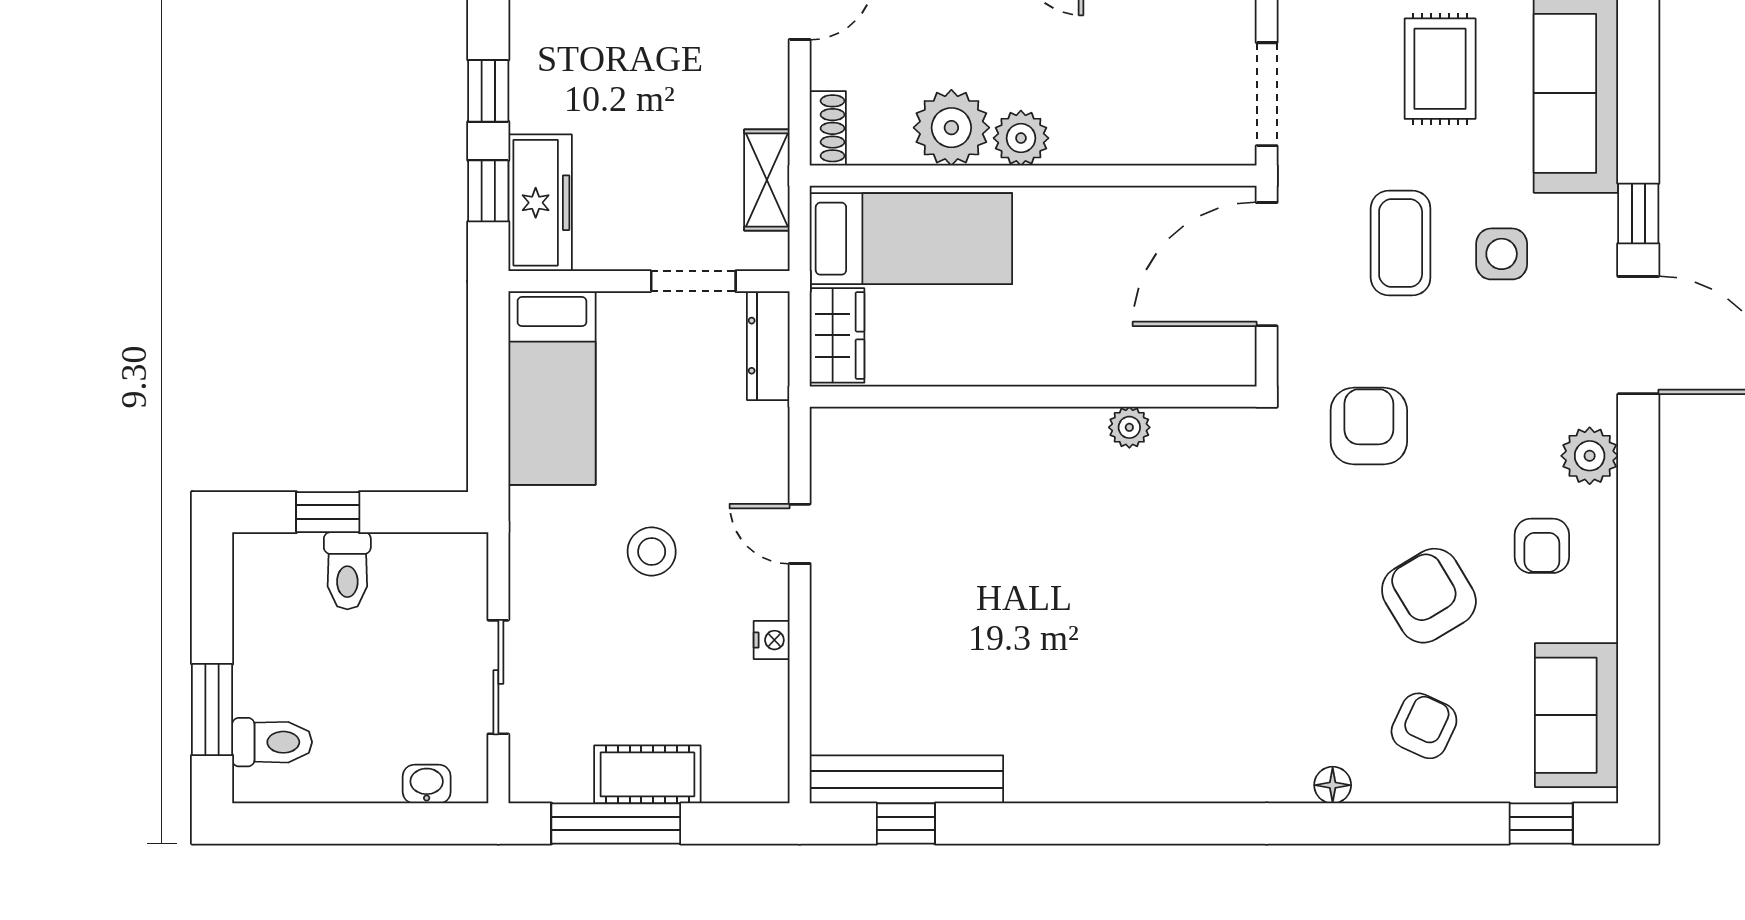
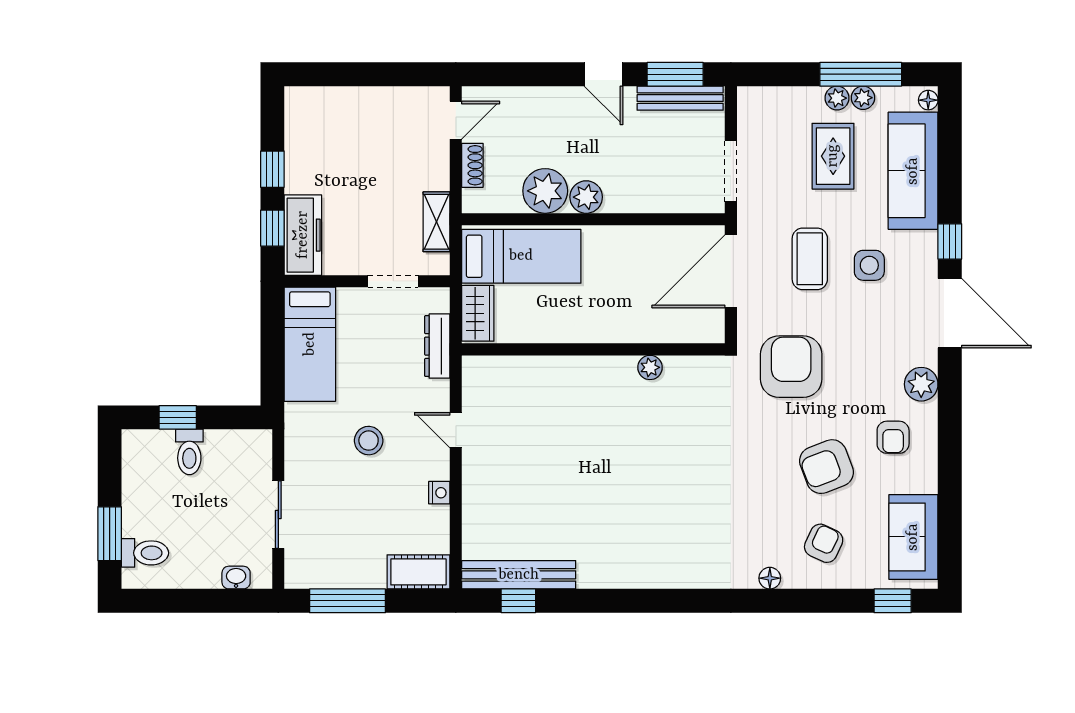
shoe rack: (828, 128) -> (472, 165), moved
dresser: (768, 346) -> (437, 346), moved
armchair: (1369, 426) -> (791, 367), width x1.36, depth x1.36
armchair: (1429, 596) -> (826, 467), turned -80
cot: (647, 774) -> (418, 572), moved

